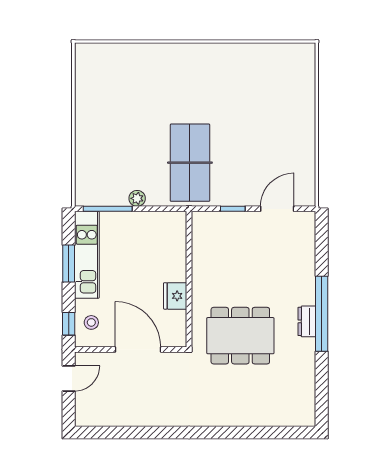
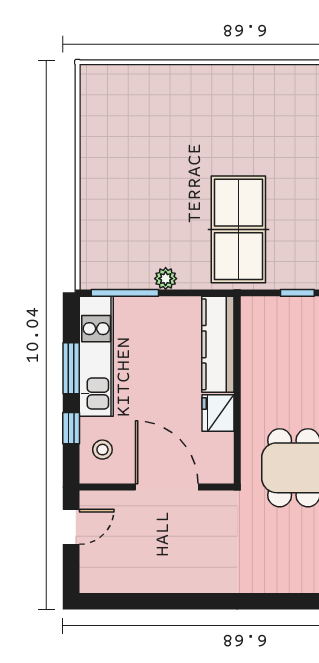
kitchen counter: (175, 246) -> (218, 344), added
window: (69, 324) -> (71, 428), moved

